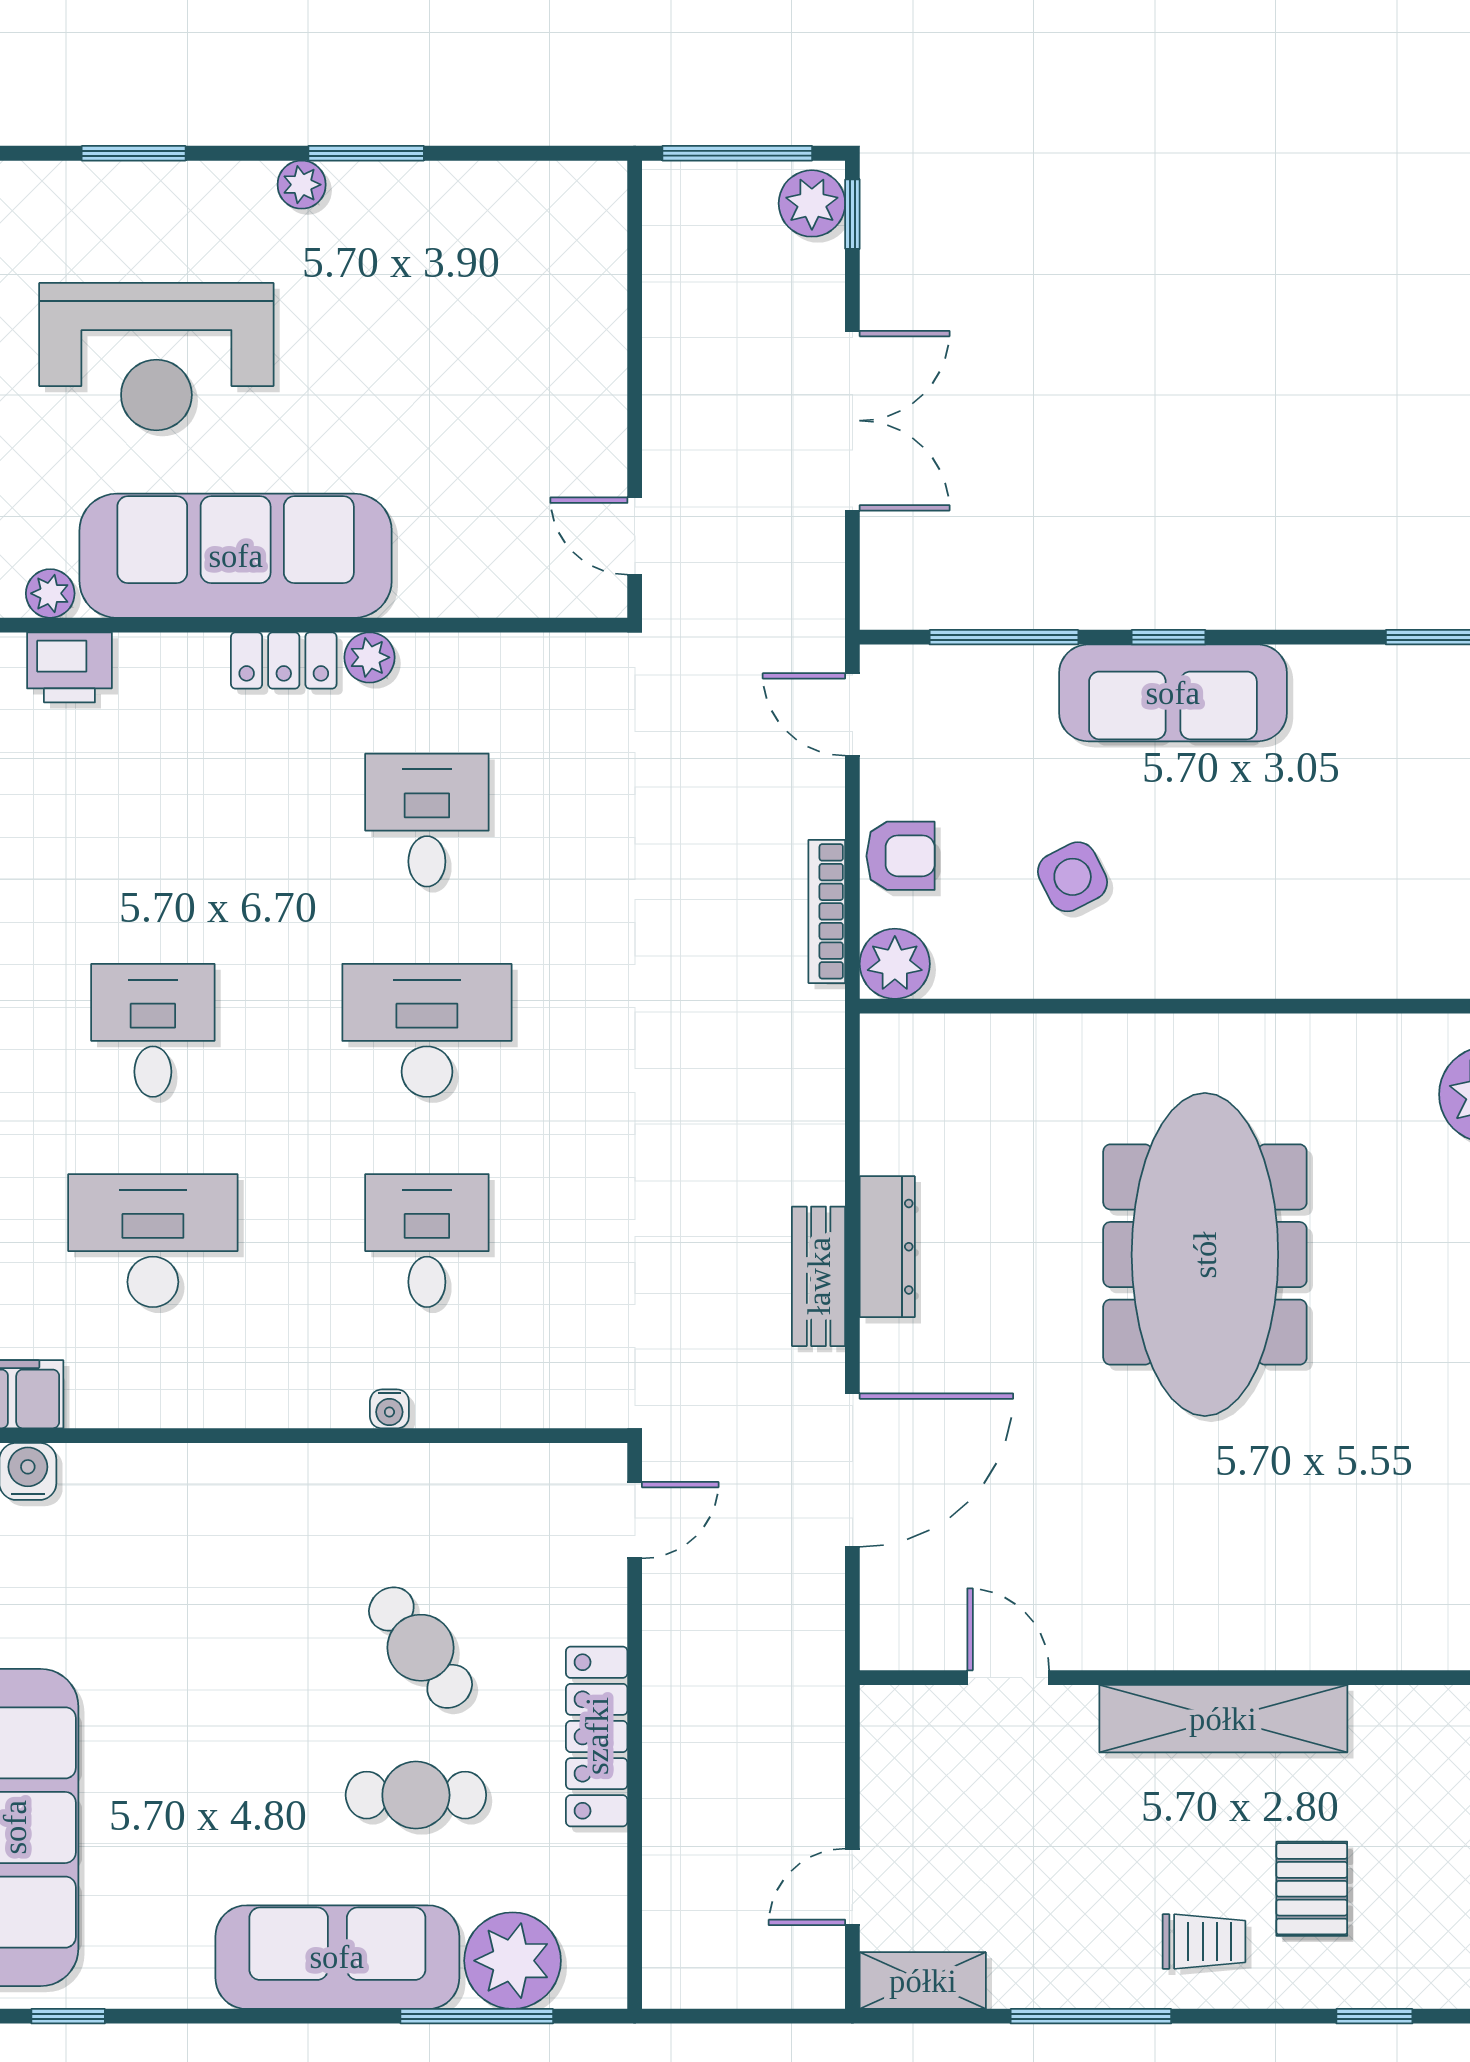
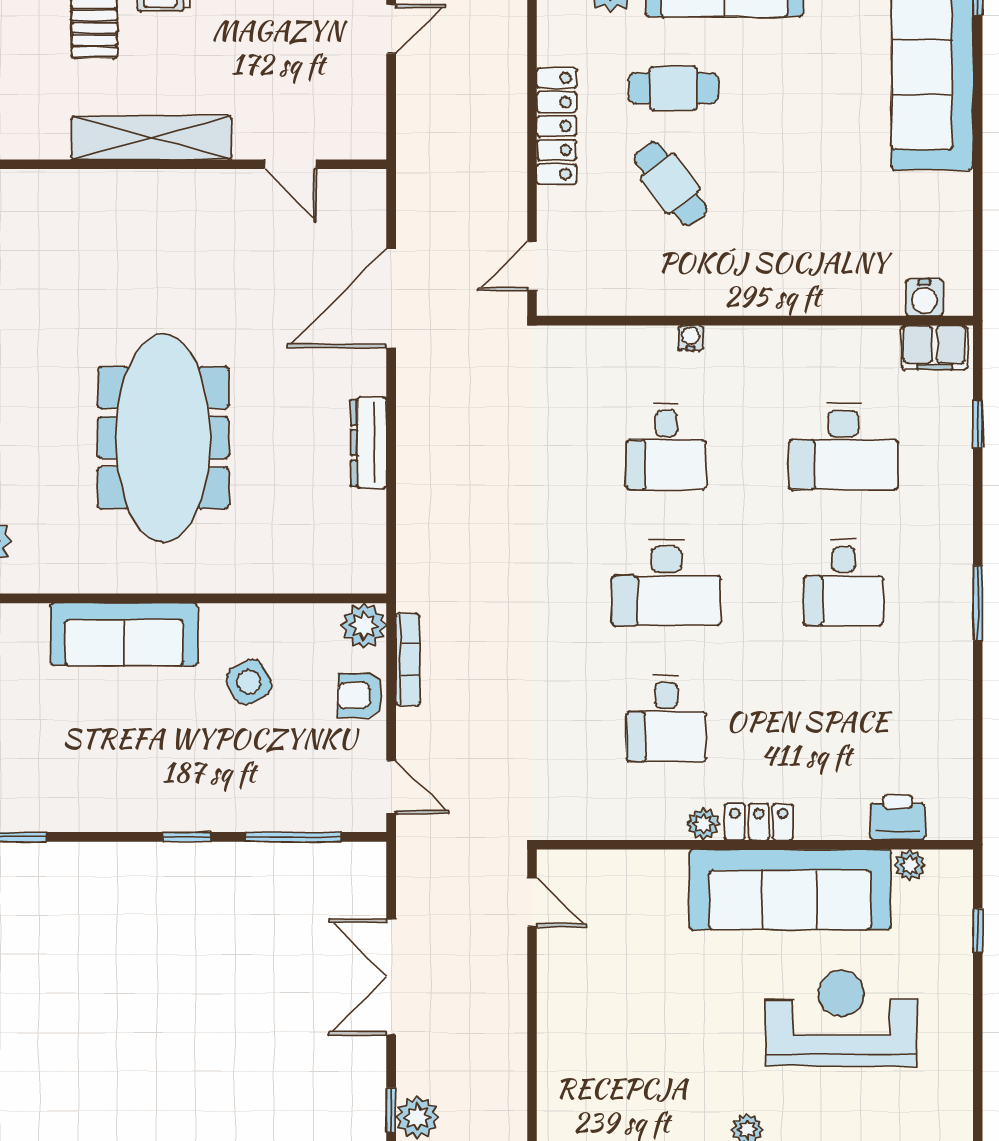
sofa: (1173, 693) -> (124, 634), moved, turned 180
bench: (819, 1276) -> (413, 424), removed

